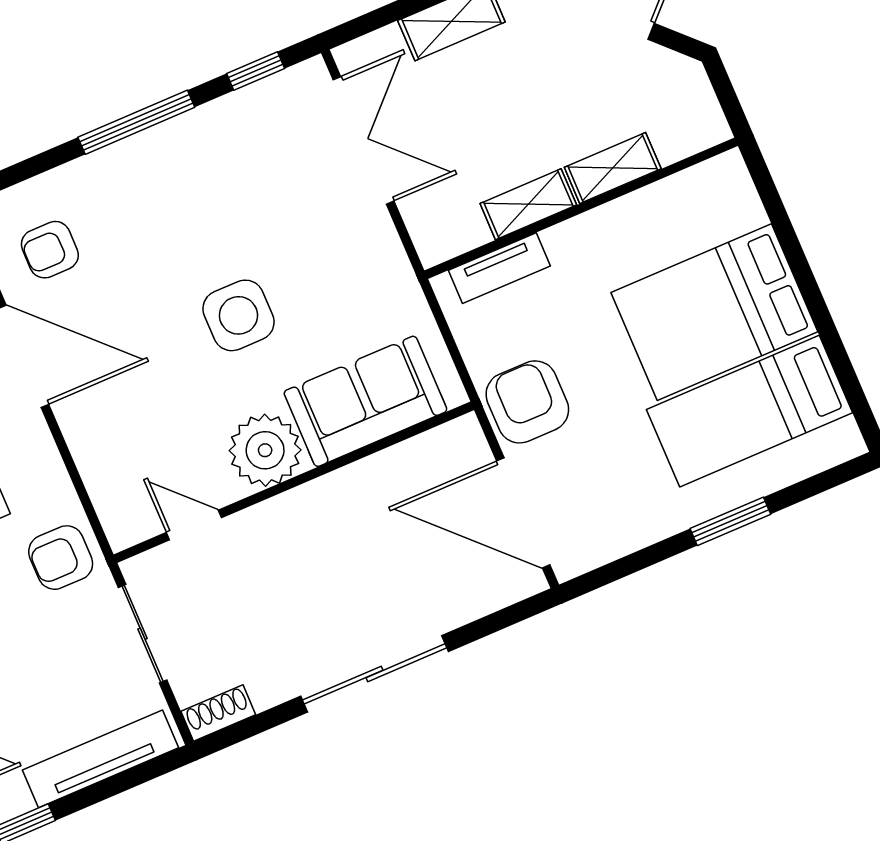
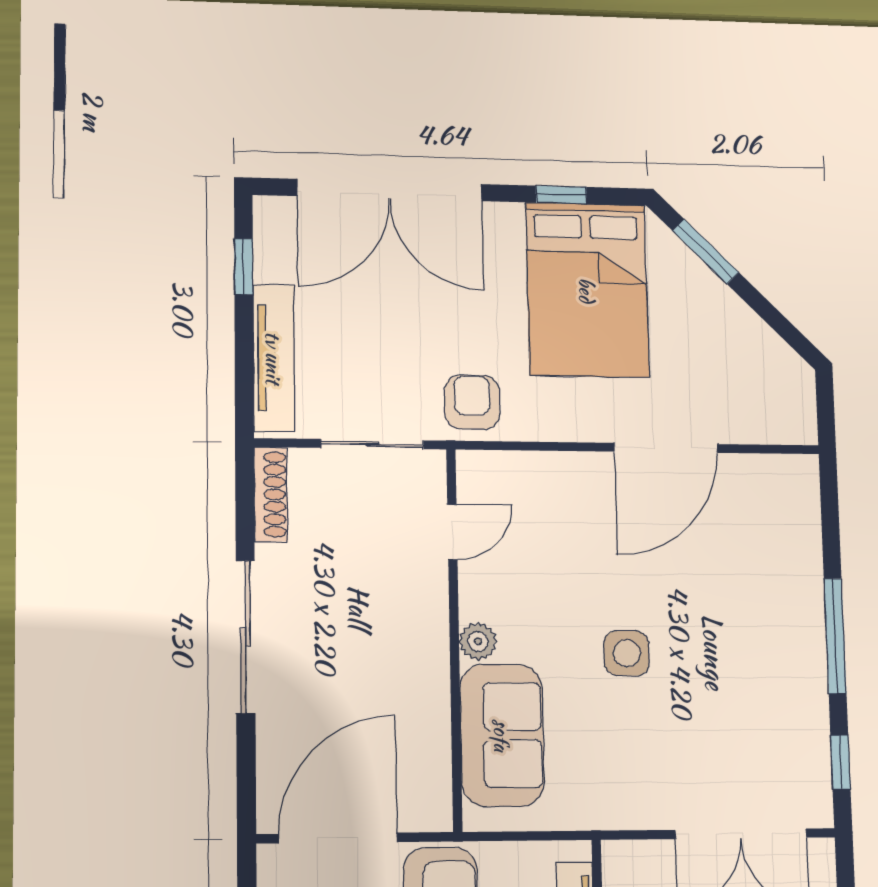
armchair: (50, 250) -> (751, 512), removed
side table: (239, 315) -> (627, 653), width x0.73, depth x0.73
plant: (265, 450) -> (478, 641), width x0.53, depth x0.53
shoe rack: (218, 713) -> (271, 494), width x1.43

